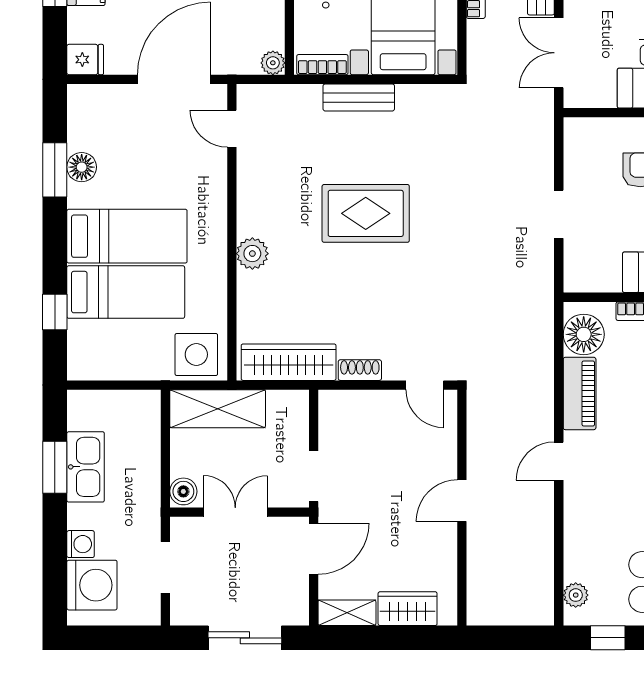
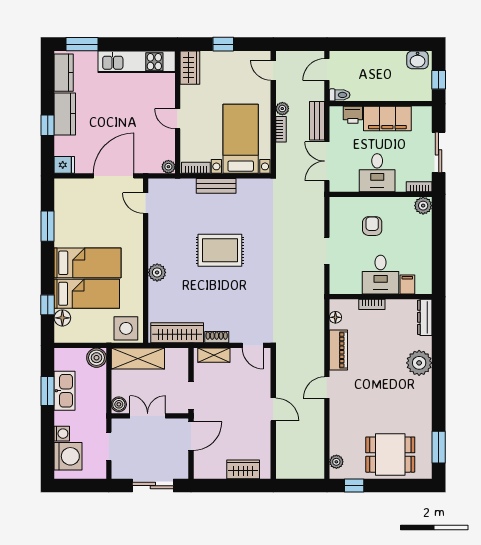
floor lamp: (82, 167) -> (62, 318), moved
floor lamp: (584, 334) -> (335, 317), width x0.53, depth x0.53
boiler: (143, 407) -> (97, 358), added
door: (462, 501) -> (273, 409), swing flipped
shelving: (347, 613) -> (214, 355), moved

